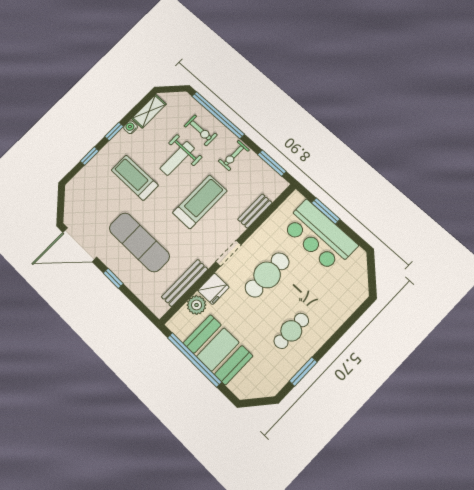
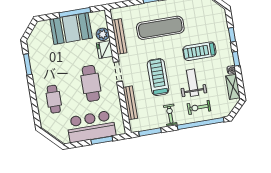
treadmill: (135, 178) -> (199, 51), turned 180
treadmill: (200, 202) -> (158, 77), turned 180
bench: (255, 211) -> (130, 103), width x1.36
cafe table: (291, 331) -> (54, 99), moved
window: (194, 360) -> (75, 12), width x0.68

